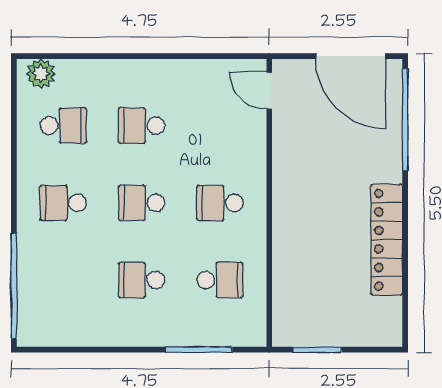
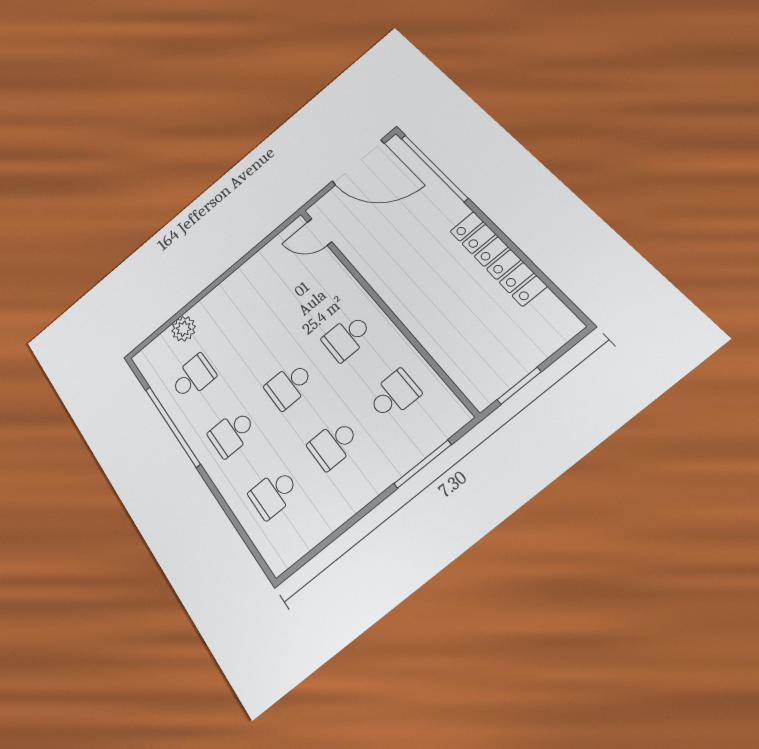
plant: (41, 74) -> (184, 329), moved
school desk: (142, 126) -> (274, 493), moved
window: (14, 286) -> (172, 426), moved

